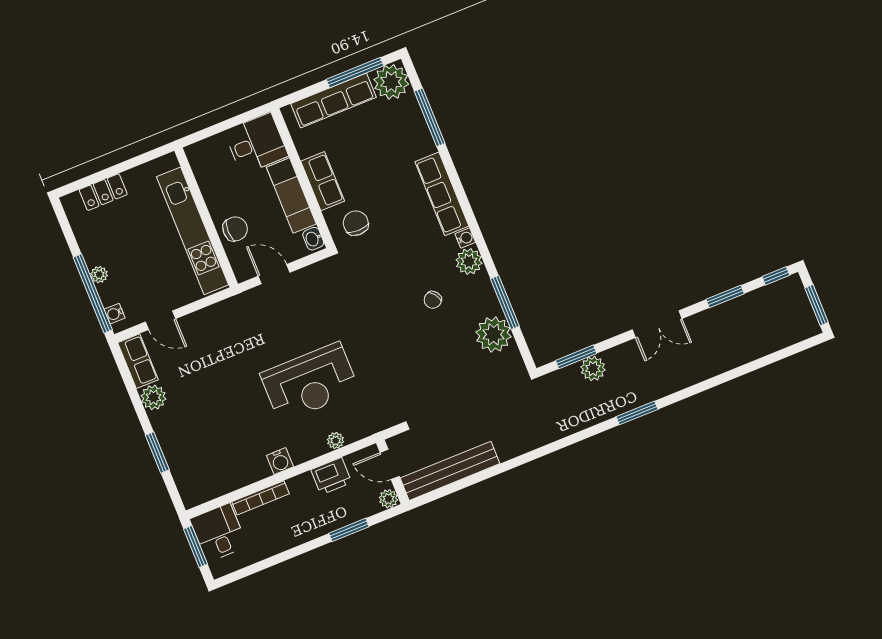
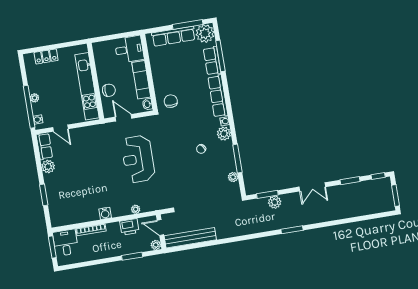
row of seats: (323, 181) -> (212, 61), moved, turned 180
plant: (493, 334) -> (233, 177), width x0.53, depth x0.53
reception desk: (310, 382) -> (138, 159), moved, turned 90

